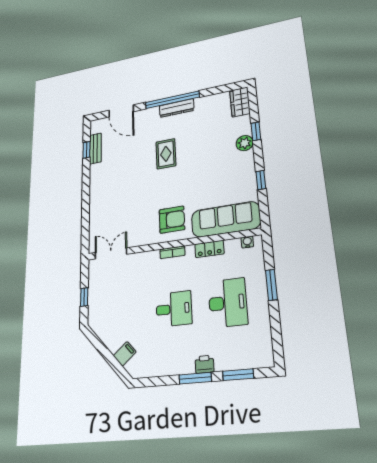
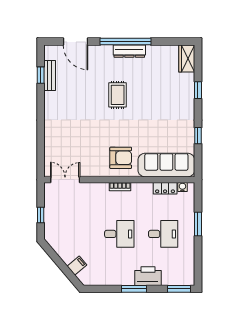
plant: (245, 143) -> (188, 99), removed
locker: (209, 249) -> (165, 188), moved
desk: (228, 303) -> (163, 234), width x0.73
printer: (205, 364) -> (148, 276), width x1.87, depth x1.48
window: (238, 375) -> (179, 289), moved

